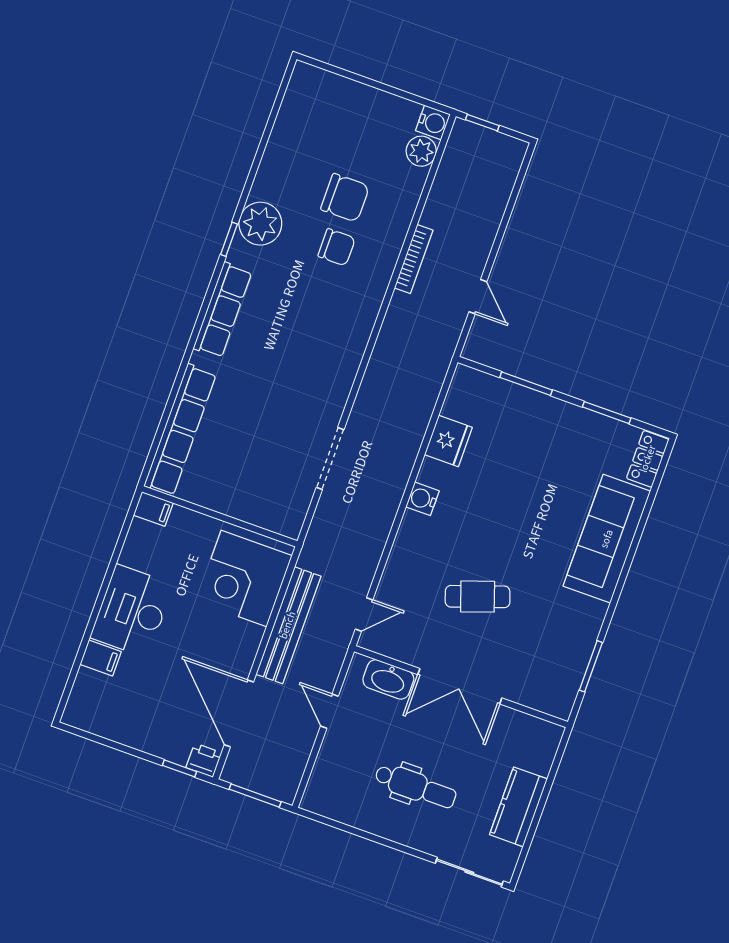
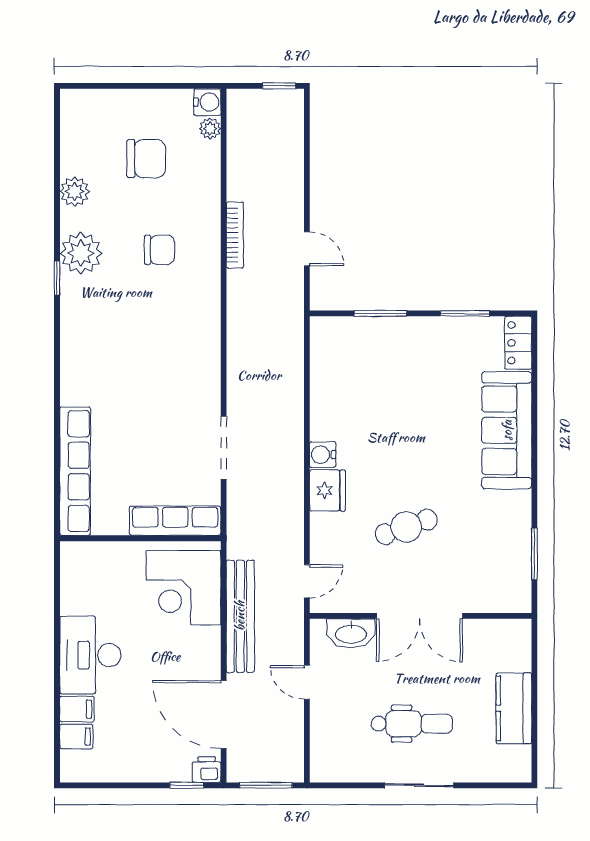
window: (482, 123) -> (279, 86), moved
plant: (421, 151) -> (210, 129), width x0.73, depth x0.73
plant: (276, 163) -> (75, 192), added
chair: (345, 198) -> (146, 159), moved
row of seats: (223, 310) -> (175, 521), moved, turned -90
fridge: (448, 441) -> (327, 490), moved
filing cabinet: (153, 509) -> (76, 736), moved
sliding door: (469, 872) -> (419, 785), moved

